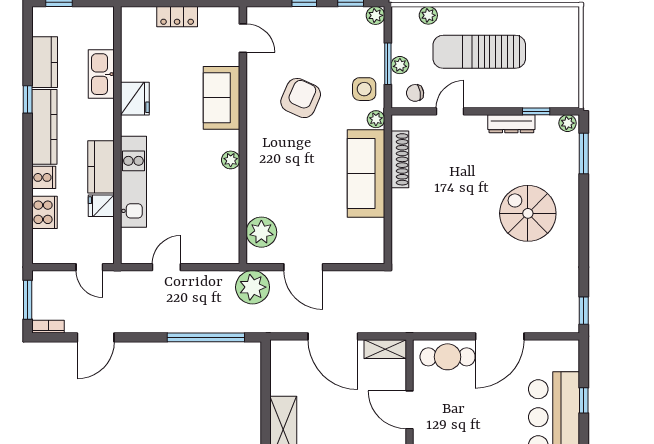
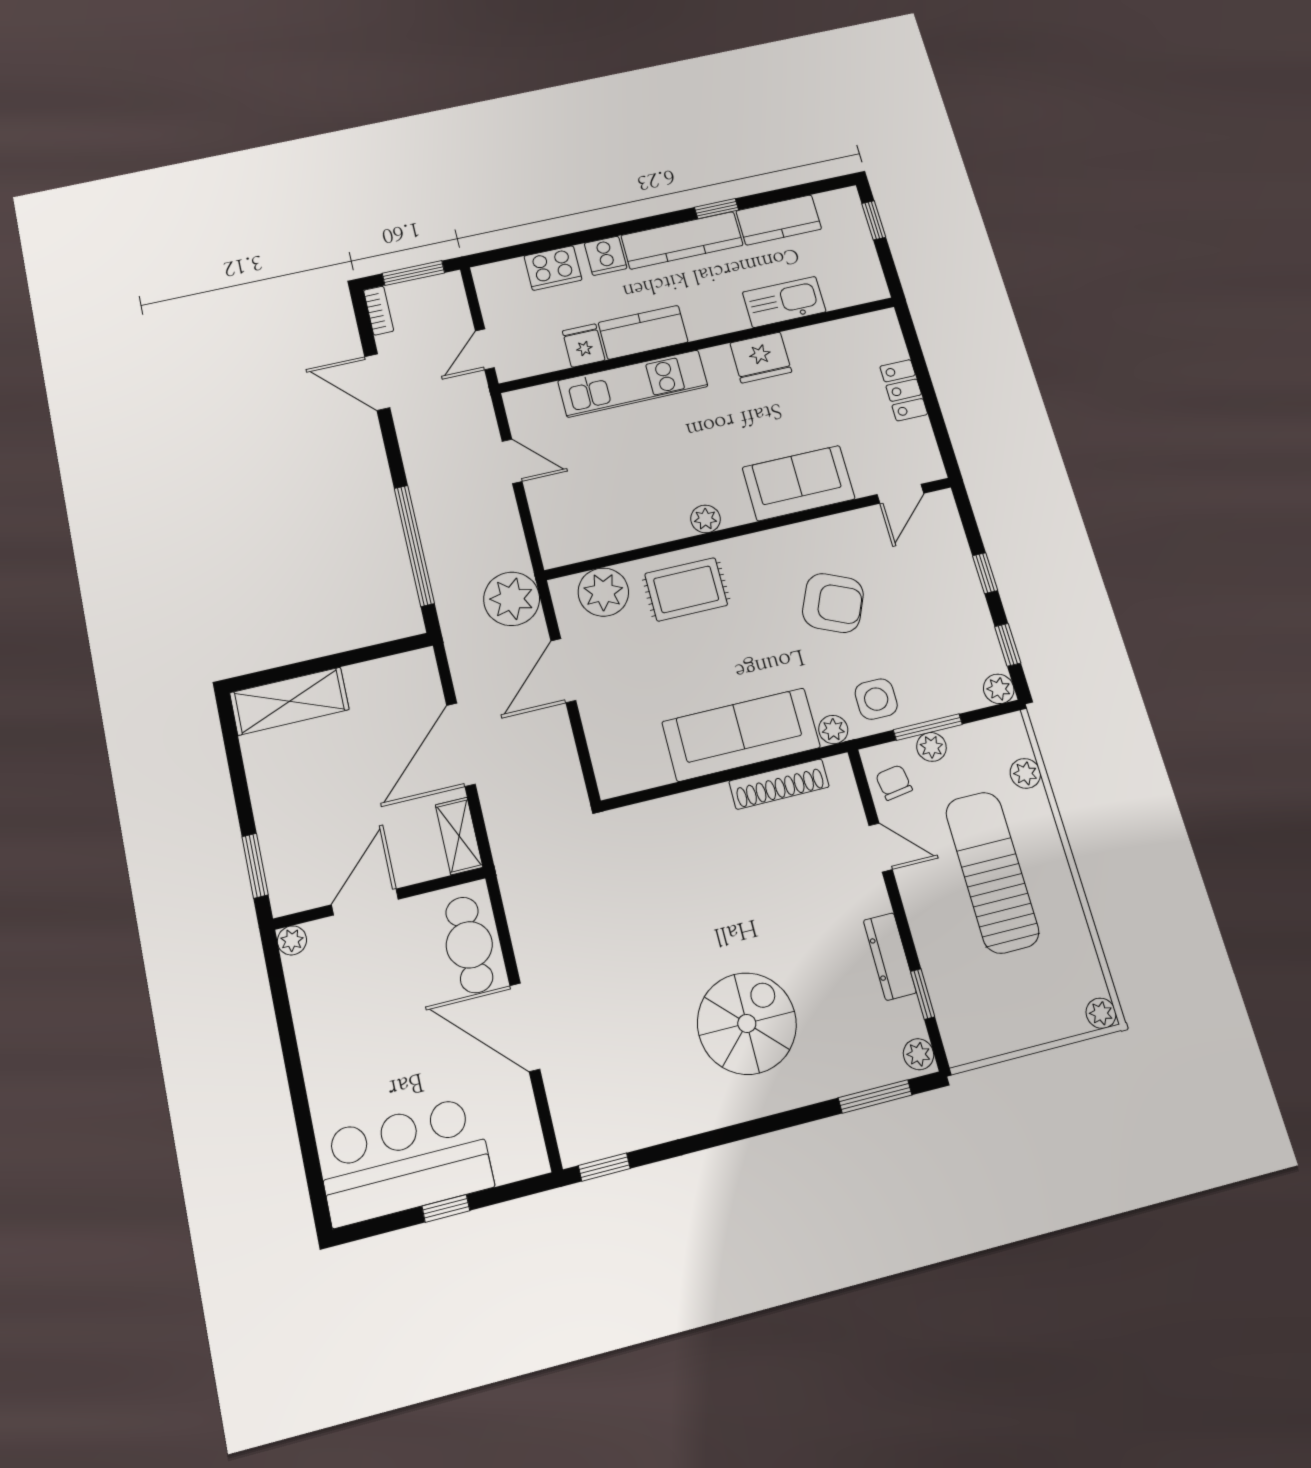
plant: (571, 15) -> (1101, 1013), added
rug: (271, 183) -> (686, 589), added

